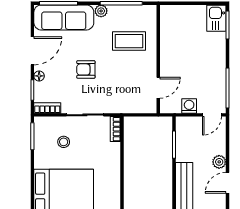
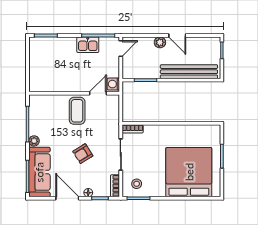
kitchen sink: (216, 18) -> (88, 45), moved
coffee table: (129, 41) -> (77, 111), moved
armchair: (86, 69) -> (83, 154), turned 58
door: (158, 88) -> (98, 93), hinge flipped
washing machine: (189, 106) -> (113, 84), moved
door: (212, 115) -> (121, 48), hinge flipped
stool: (64, 142) -> (137, 184), moved

